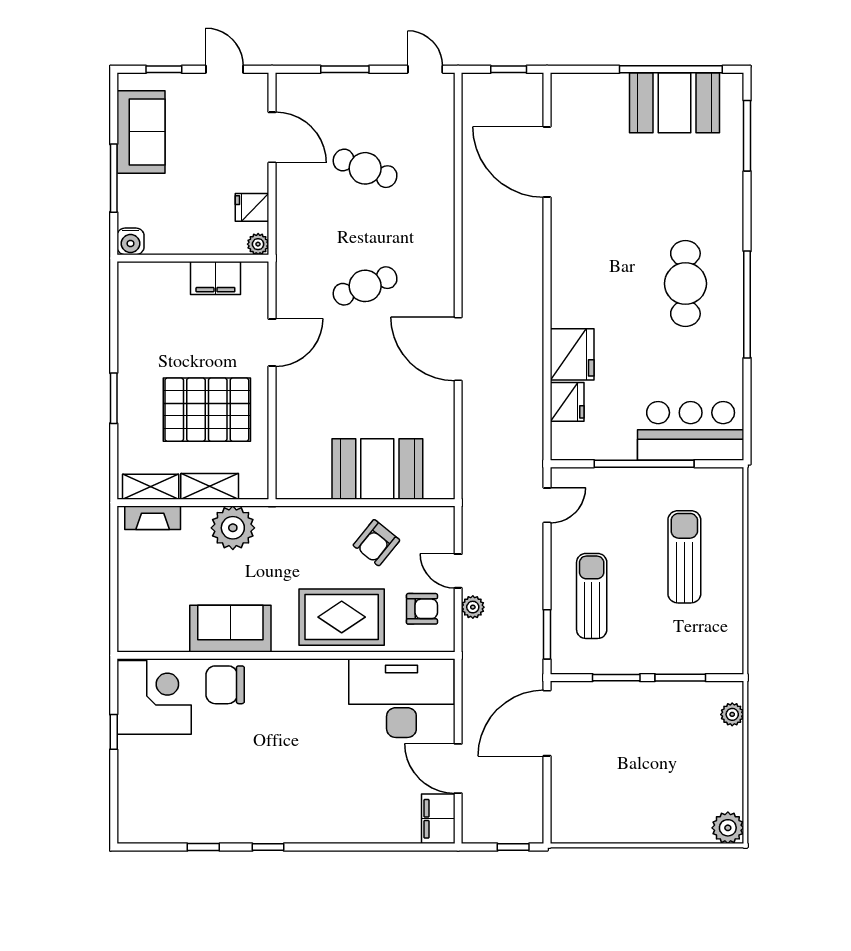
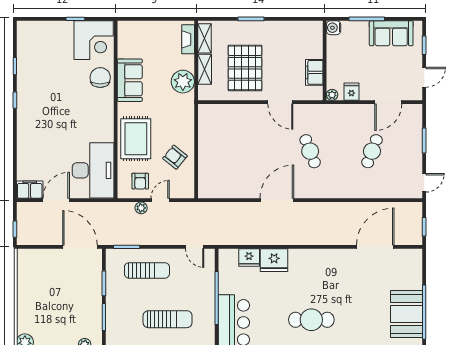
booth: (377, 469) -> (214, 158), removed

